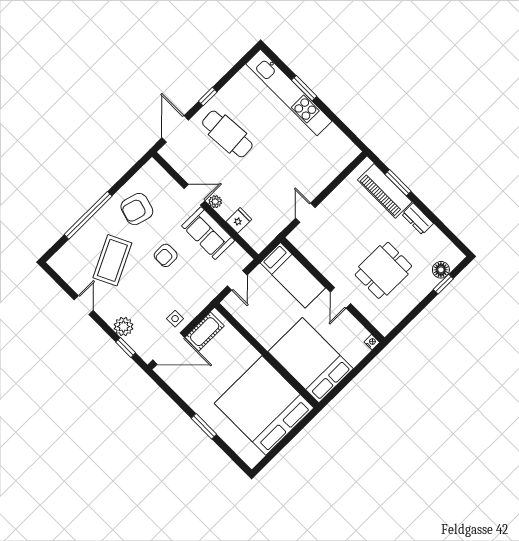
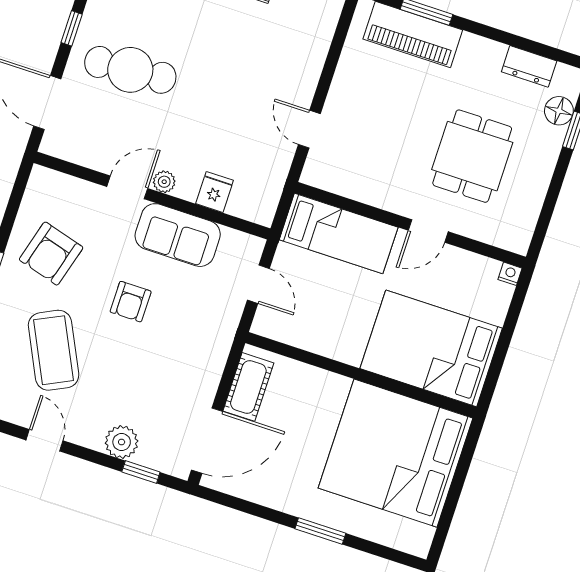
dresser: (418, 219) -> (529, 66), moved
door: (340, 298) -> (428, 231), hinge flipped
side table: (175, 319) -> (194, 390), removed

